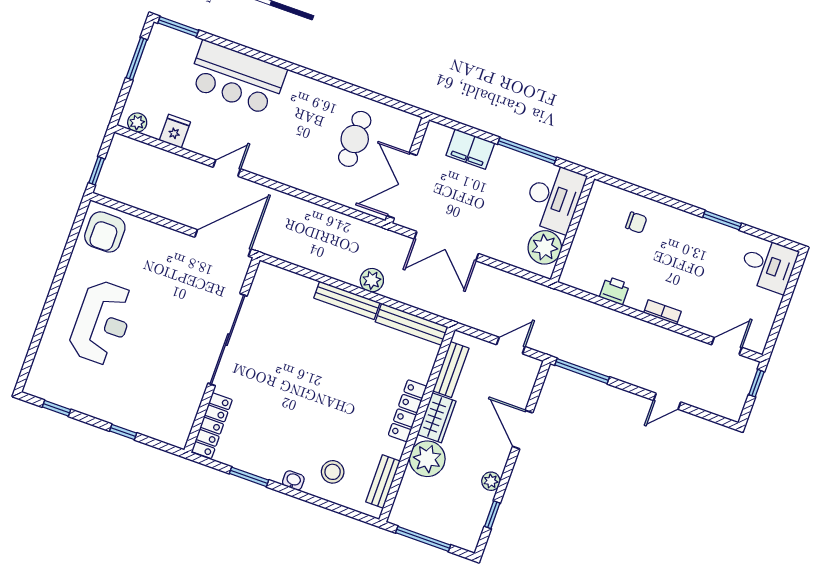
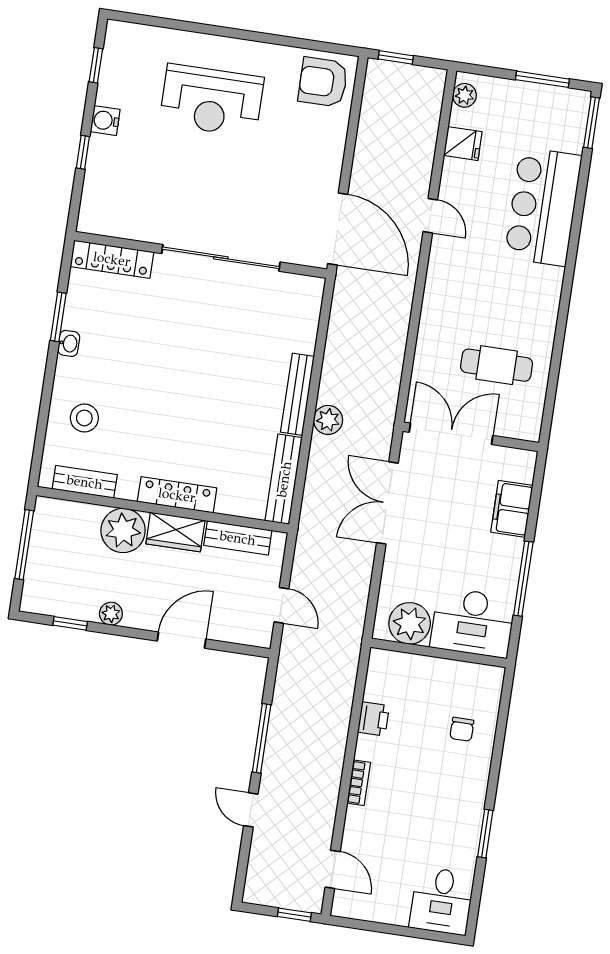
window: (582, 371) -> (262, 738), moved
water cooler: (101, 409) -> (105, 121), added
washbasin: (293, 480) -> (69, 343), moved

